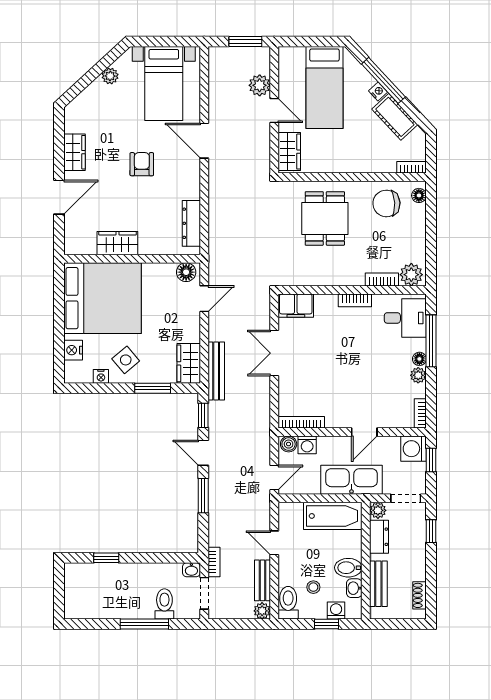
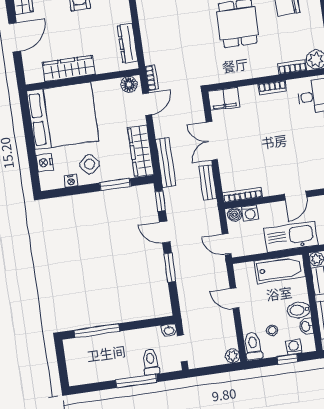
wardrobe: (117, 243) -> (69, 68), width x1.50
wardrobe: (189, 363) -> (141, 151), width x1.50
door: (274, 477) -> (227, 244), swing flipped
window: (106, 558) -> (97, 331), width x2.17
bookcase: (214, 562) -> (152, 78), moved
bench: (263, 580) -> (208, 183), moved

